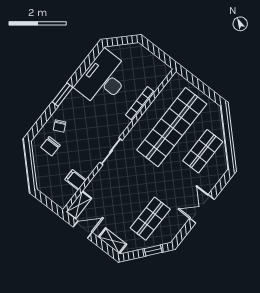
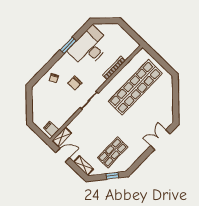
window: (63, 95) -> (68, 45), moved
chair: (51, 146) -> (75, 83), moved
shop shelf: (203, 151) -> (156, 107), removed
filing cabinet: (75, 180) -> (51, 129), moved
double door: (202, 209) -> (160, 140), moved

